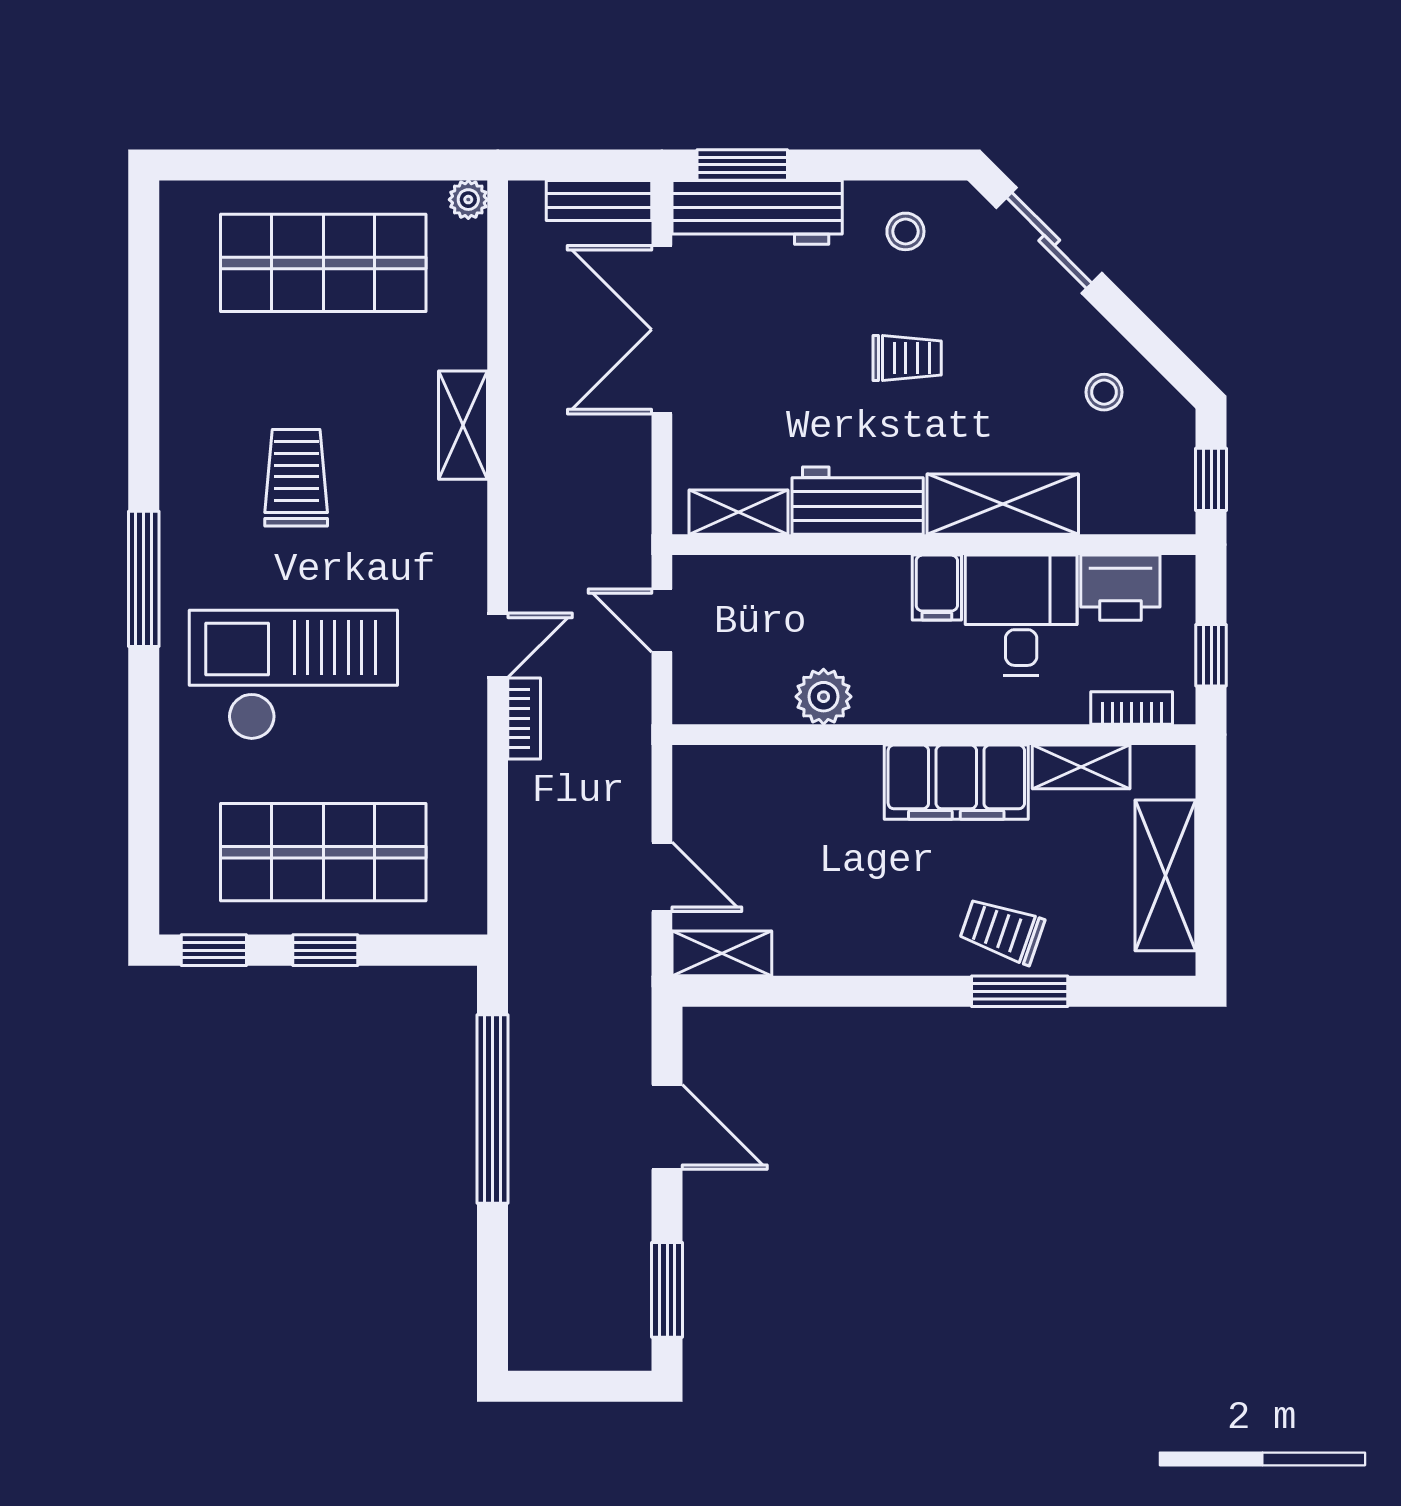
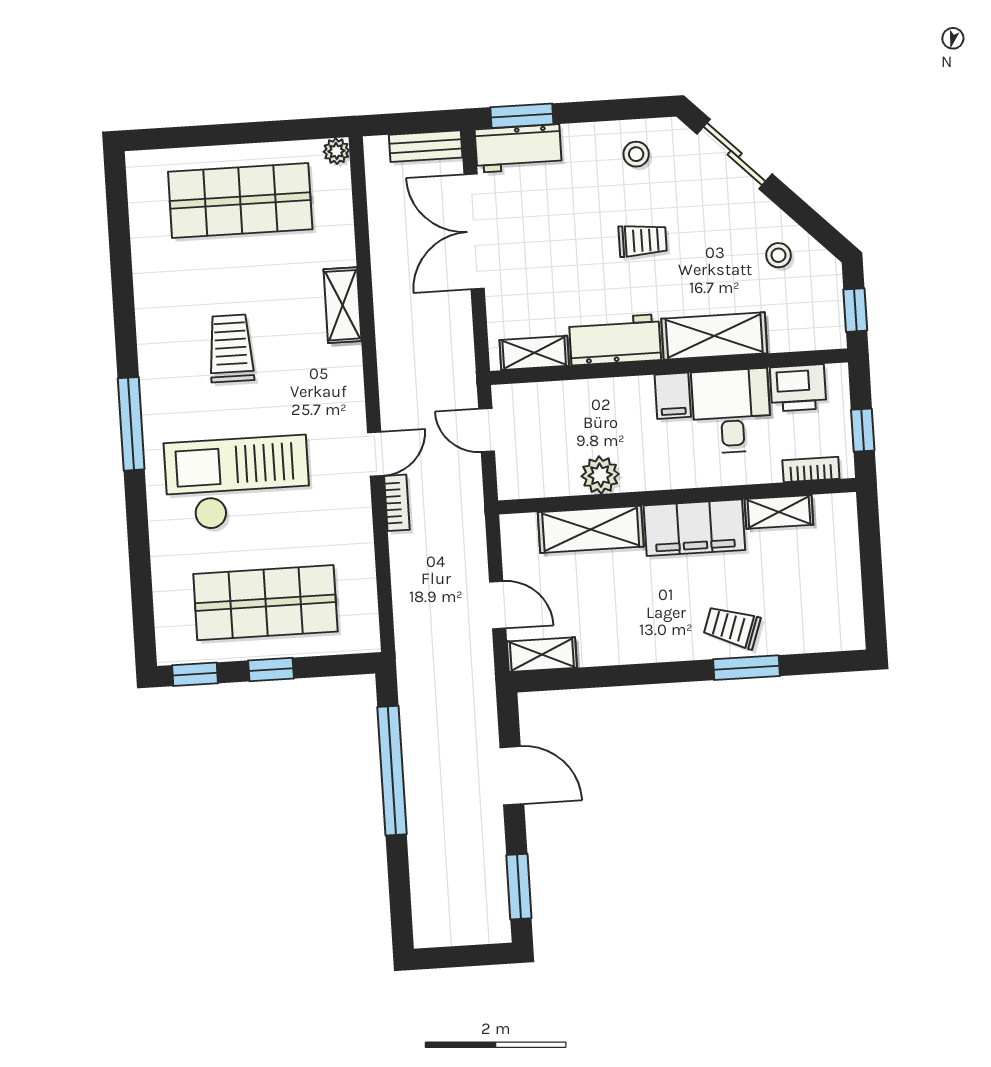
workbench: (757, 212) -> (518, 148), width x0.73
shelving: (1165, 875) -> (591, 529), moved, turned 90

